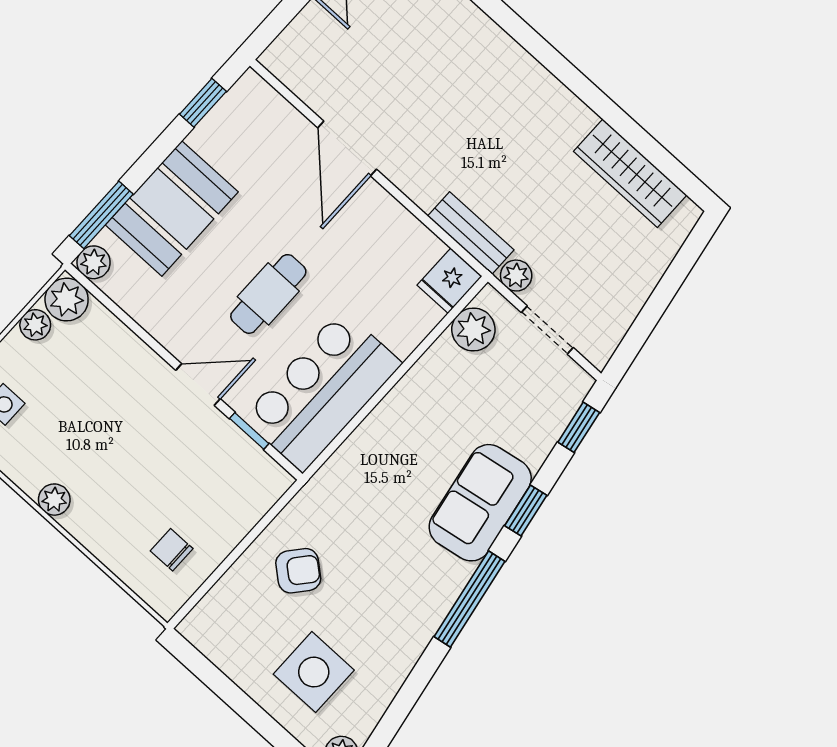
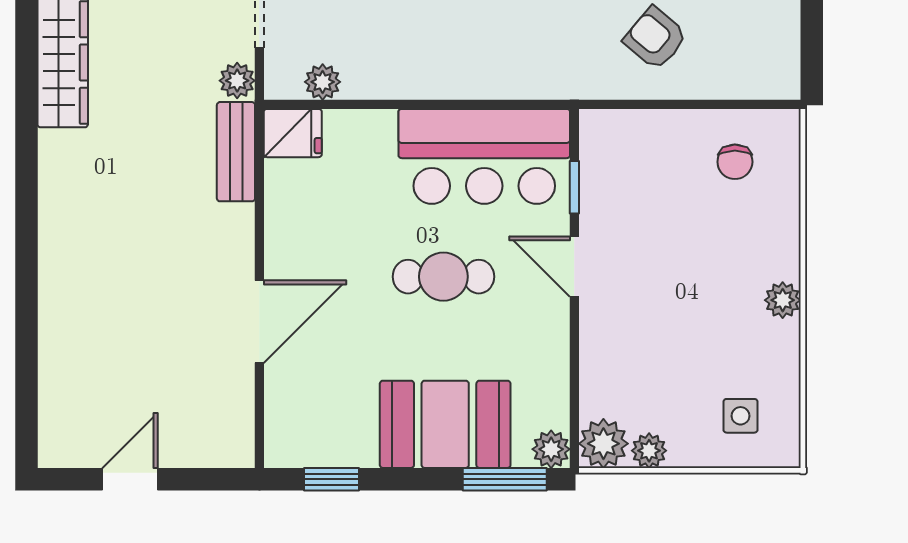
plant: (473, 329) -> (323, 82), width x0.73, depth x0.73

